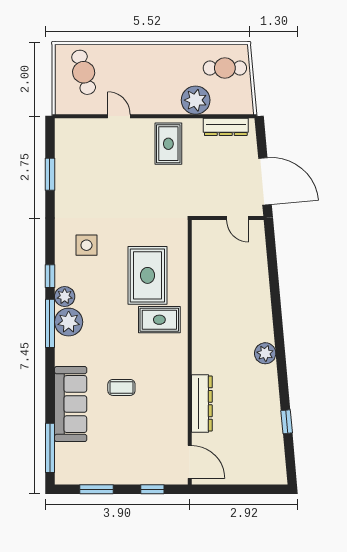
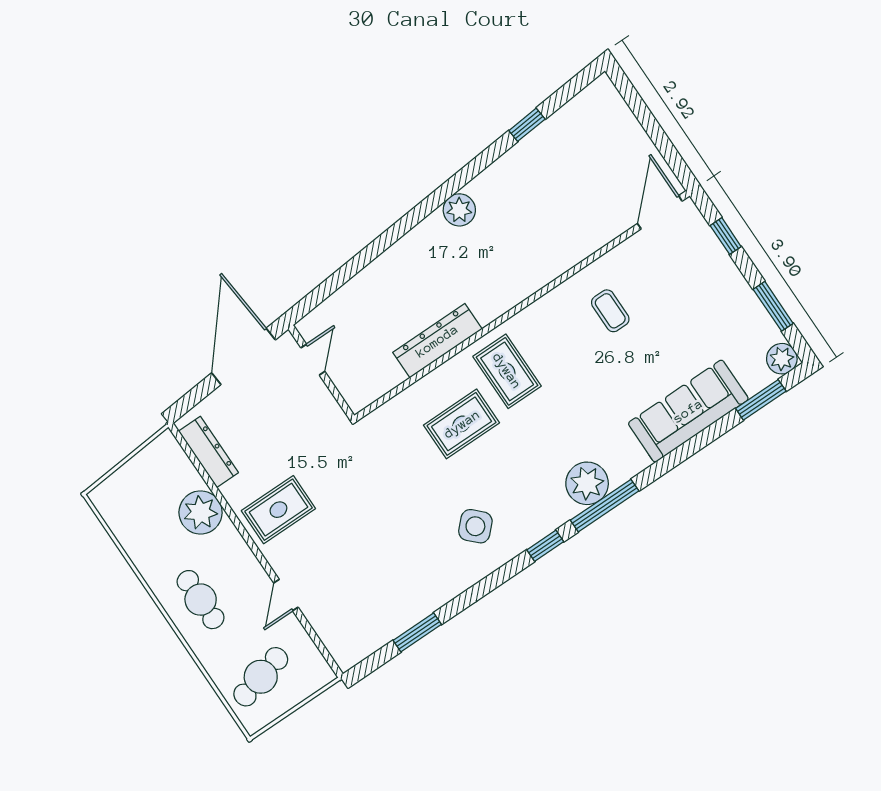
cafe table: (225, 68) -> (201, 600), moved
side table: (86, 245) -> (475, 526), turned 45
rug: (147, 275) -> (462, 424), width x0.73, depth x0.70
plant: (65, 296) -> (782, 359), moved
coffee table: (121, 387) -> (610, 311), moved
dresser: (202, 404) -> (437, 341), moved
window: (50, 448) -> (761, 400), width x0.69

